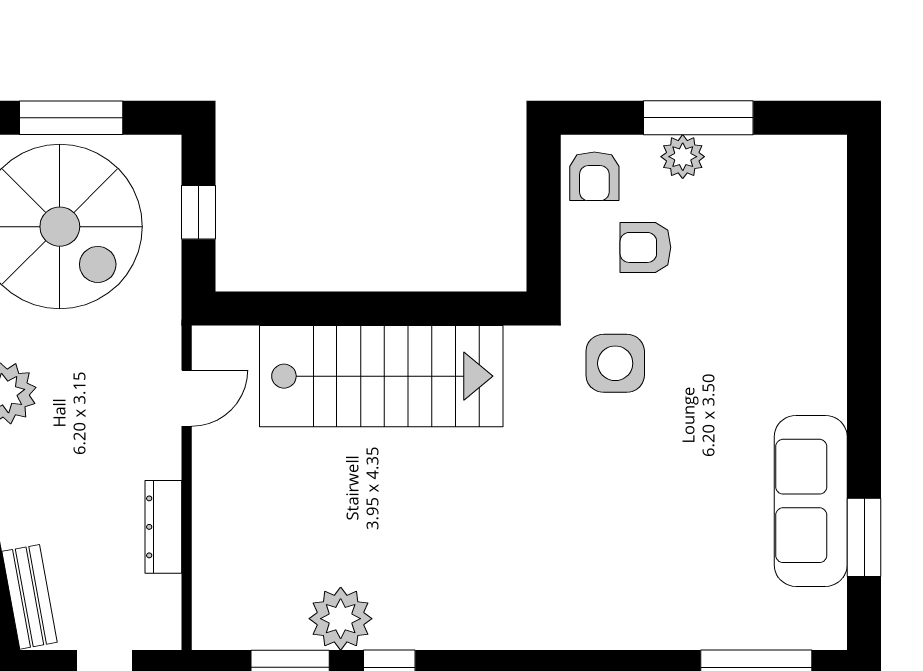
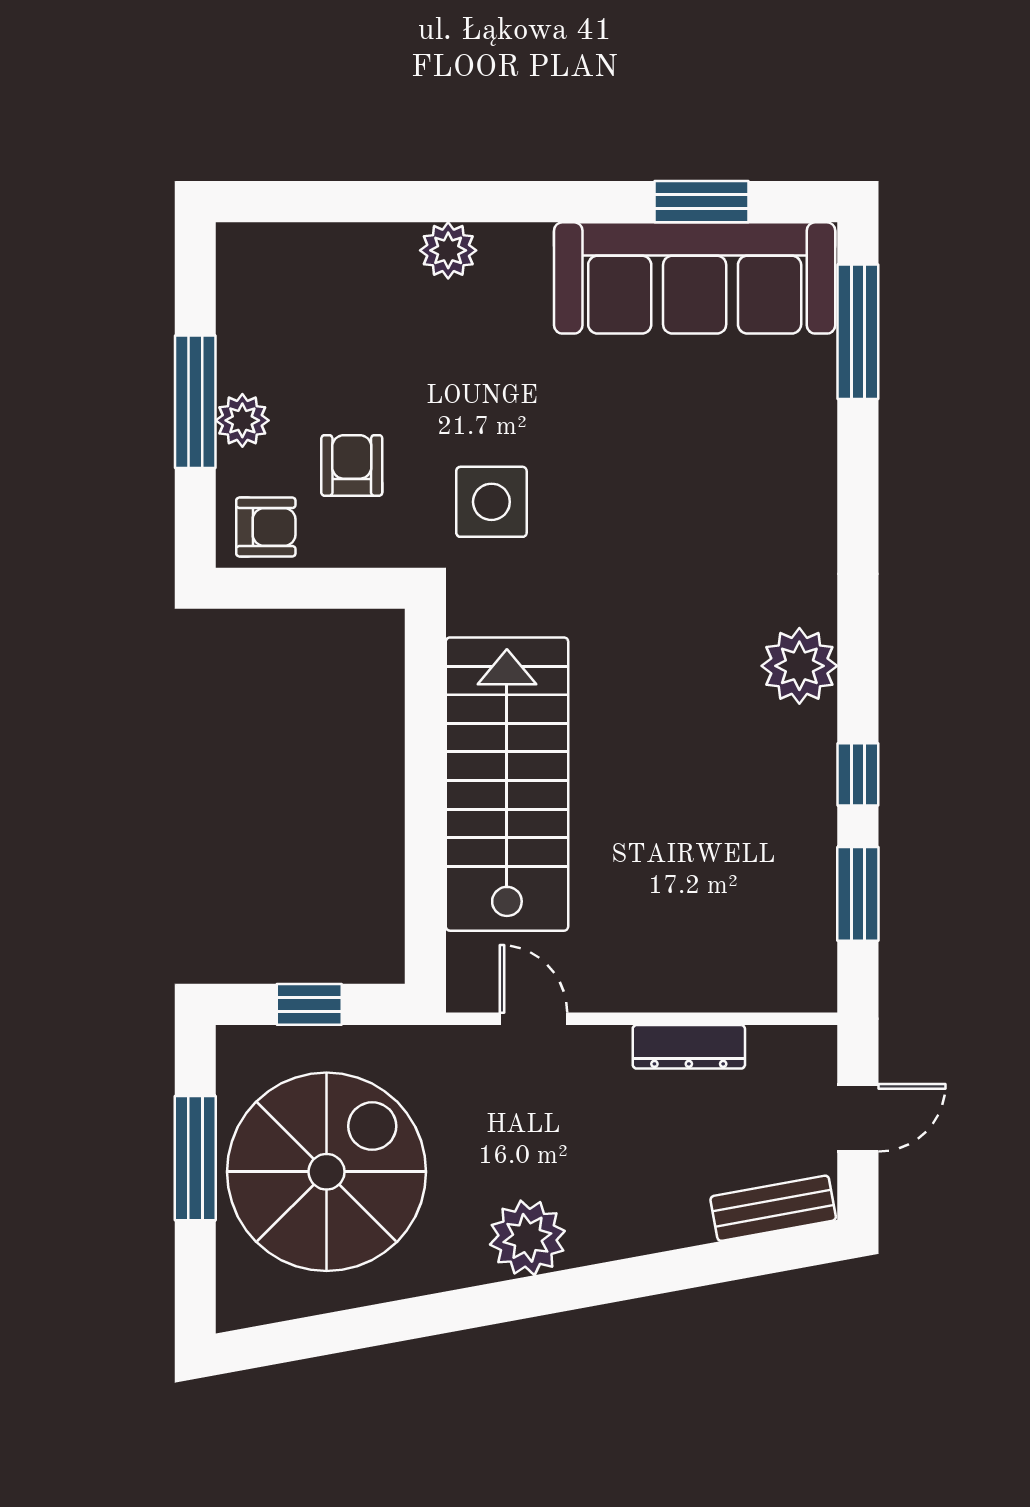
armchair: (645, 247) -> (352, 465), turned 180
plant: (824, 327) -> (448, 250), added
sofa: (811, 501) -> (695, 278), width x1.36, depth x1.27
plant: (341, 619) -> (799, 666), moved

